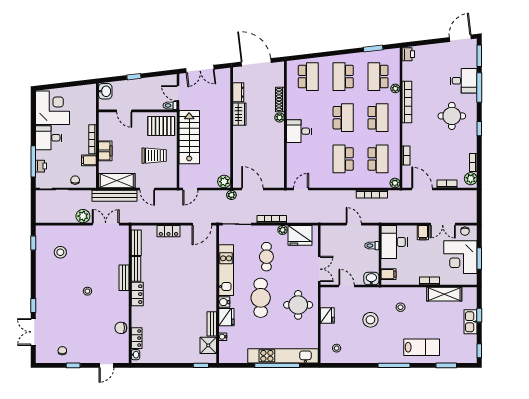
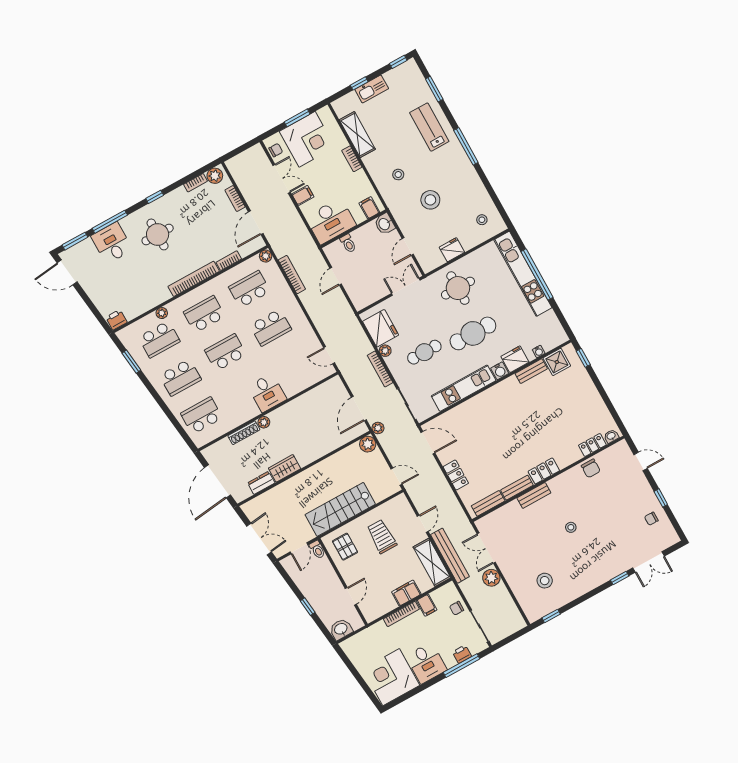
bookcase: (407, 102) -> (194, 279), moved
pallet: (161, 126) -> (345, 547), width x0.67, depth x0.71

